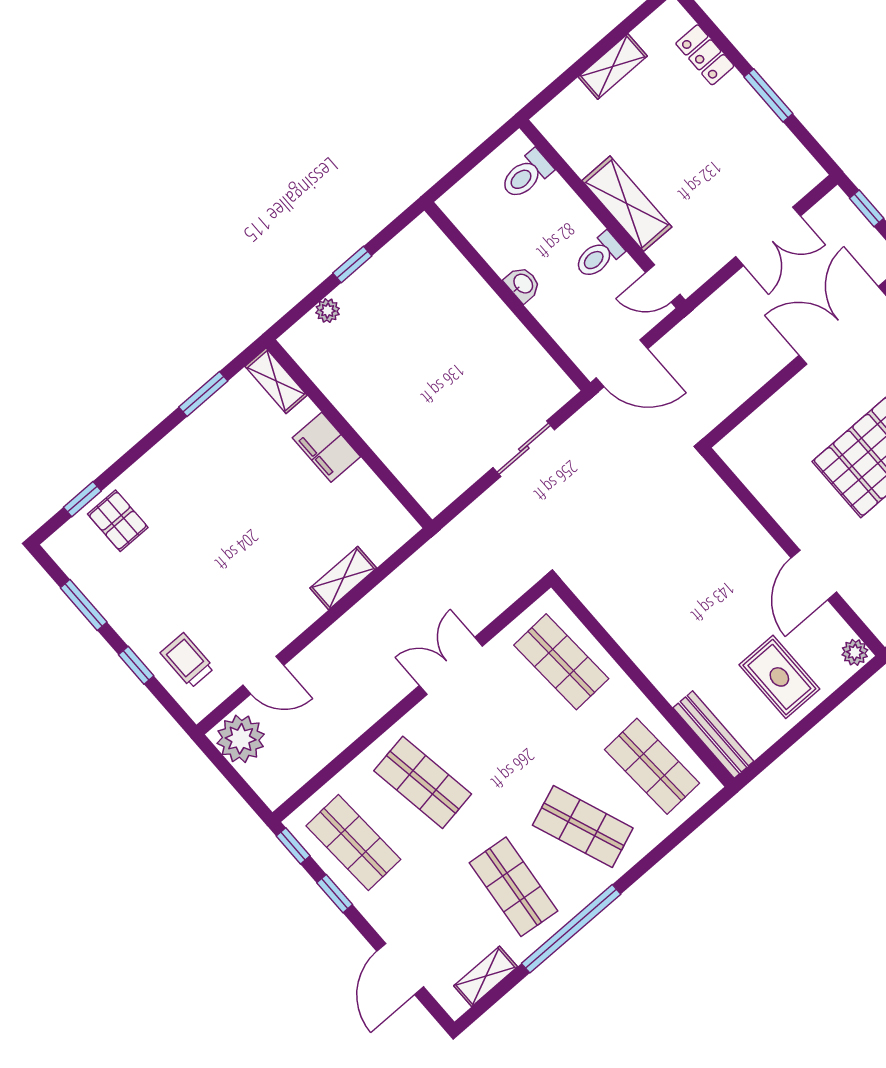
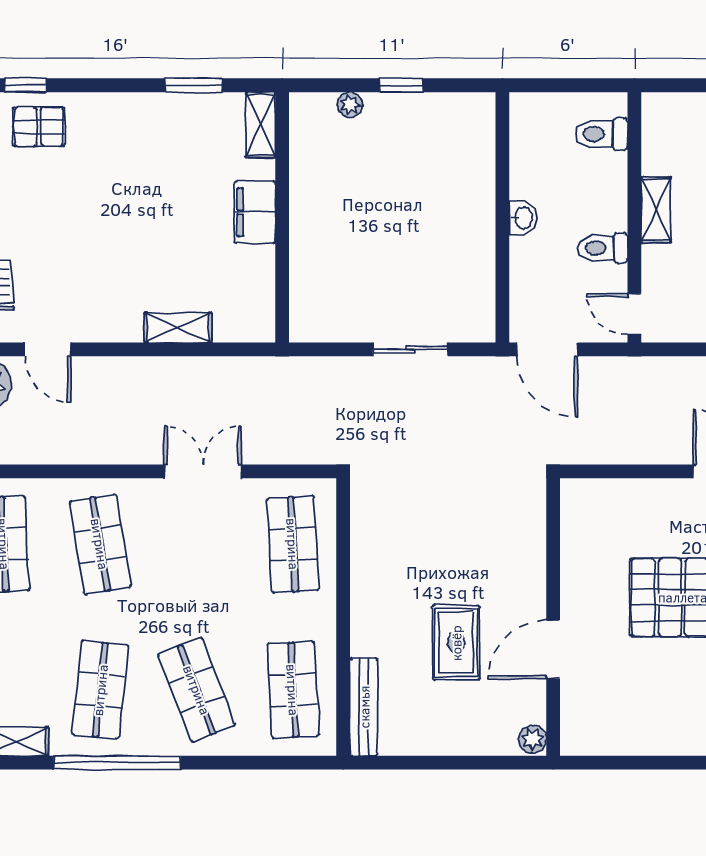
shelving: (627, 204) -> (656, 210), width x0.67, depth x0.75
pallet: (118, 521) -> (39, 127), turned 90
rug: (779, 677) -> (456, 643), moved

